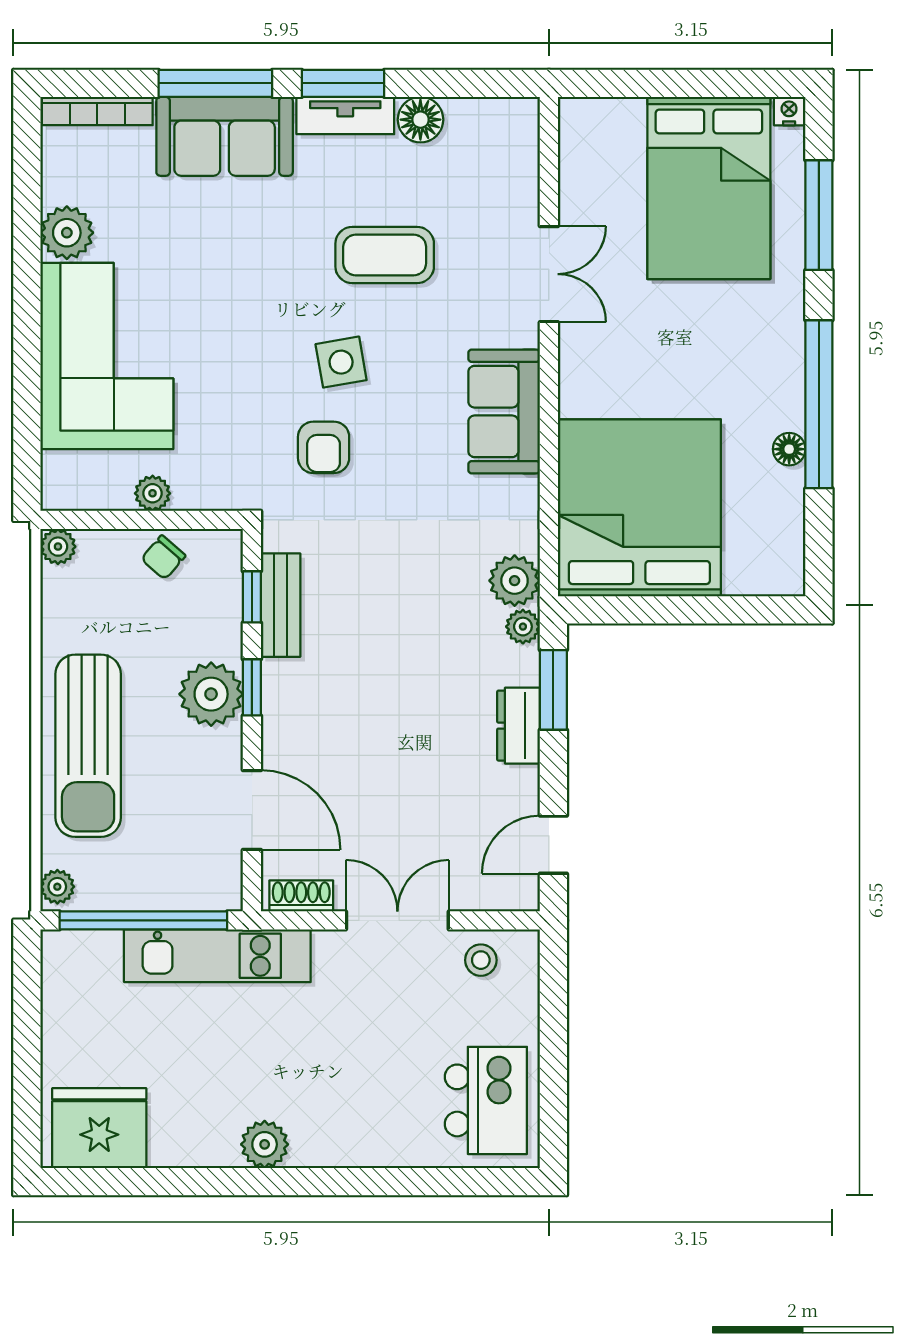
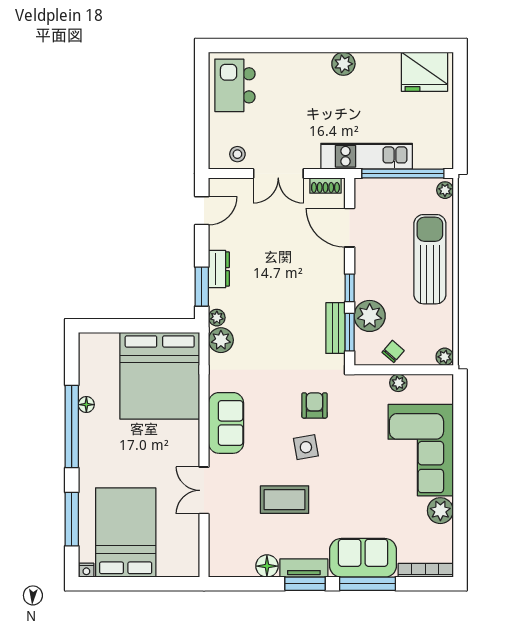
window: (252, 597) -> (350, 332), width x1.50
plant: (211, 694) -> (370, 316), moved

